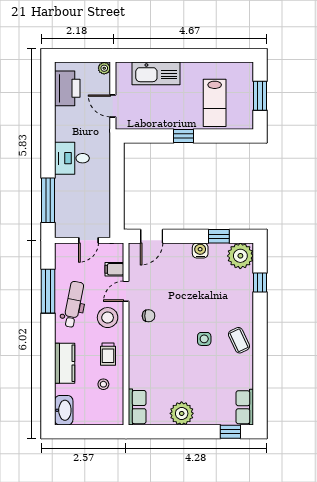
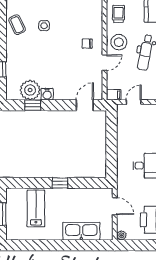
plant: (240, 256) -> (30, 90), moved
filing cabinet: (114, 269) -> (114, 95), moved

